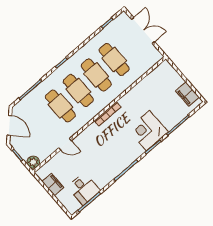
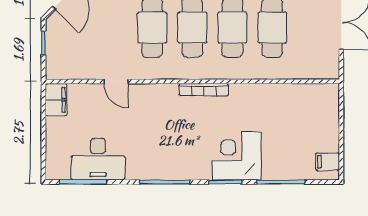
filing cabinet: (188, 94) -> (328, 162), width x0.50
plant: (33, 162) -> (56, 69), removed
filing cabinet: (53, 184) -> (56, 100), moved
desk: (84, 189) -> (98, 159), width x1.37

